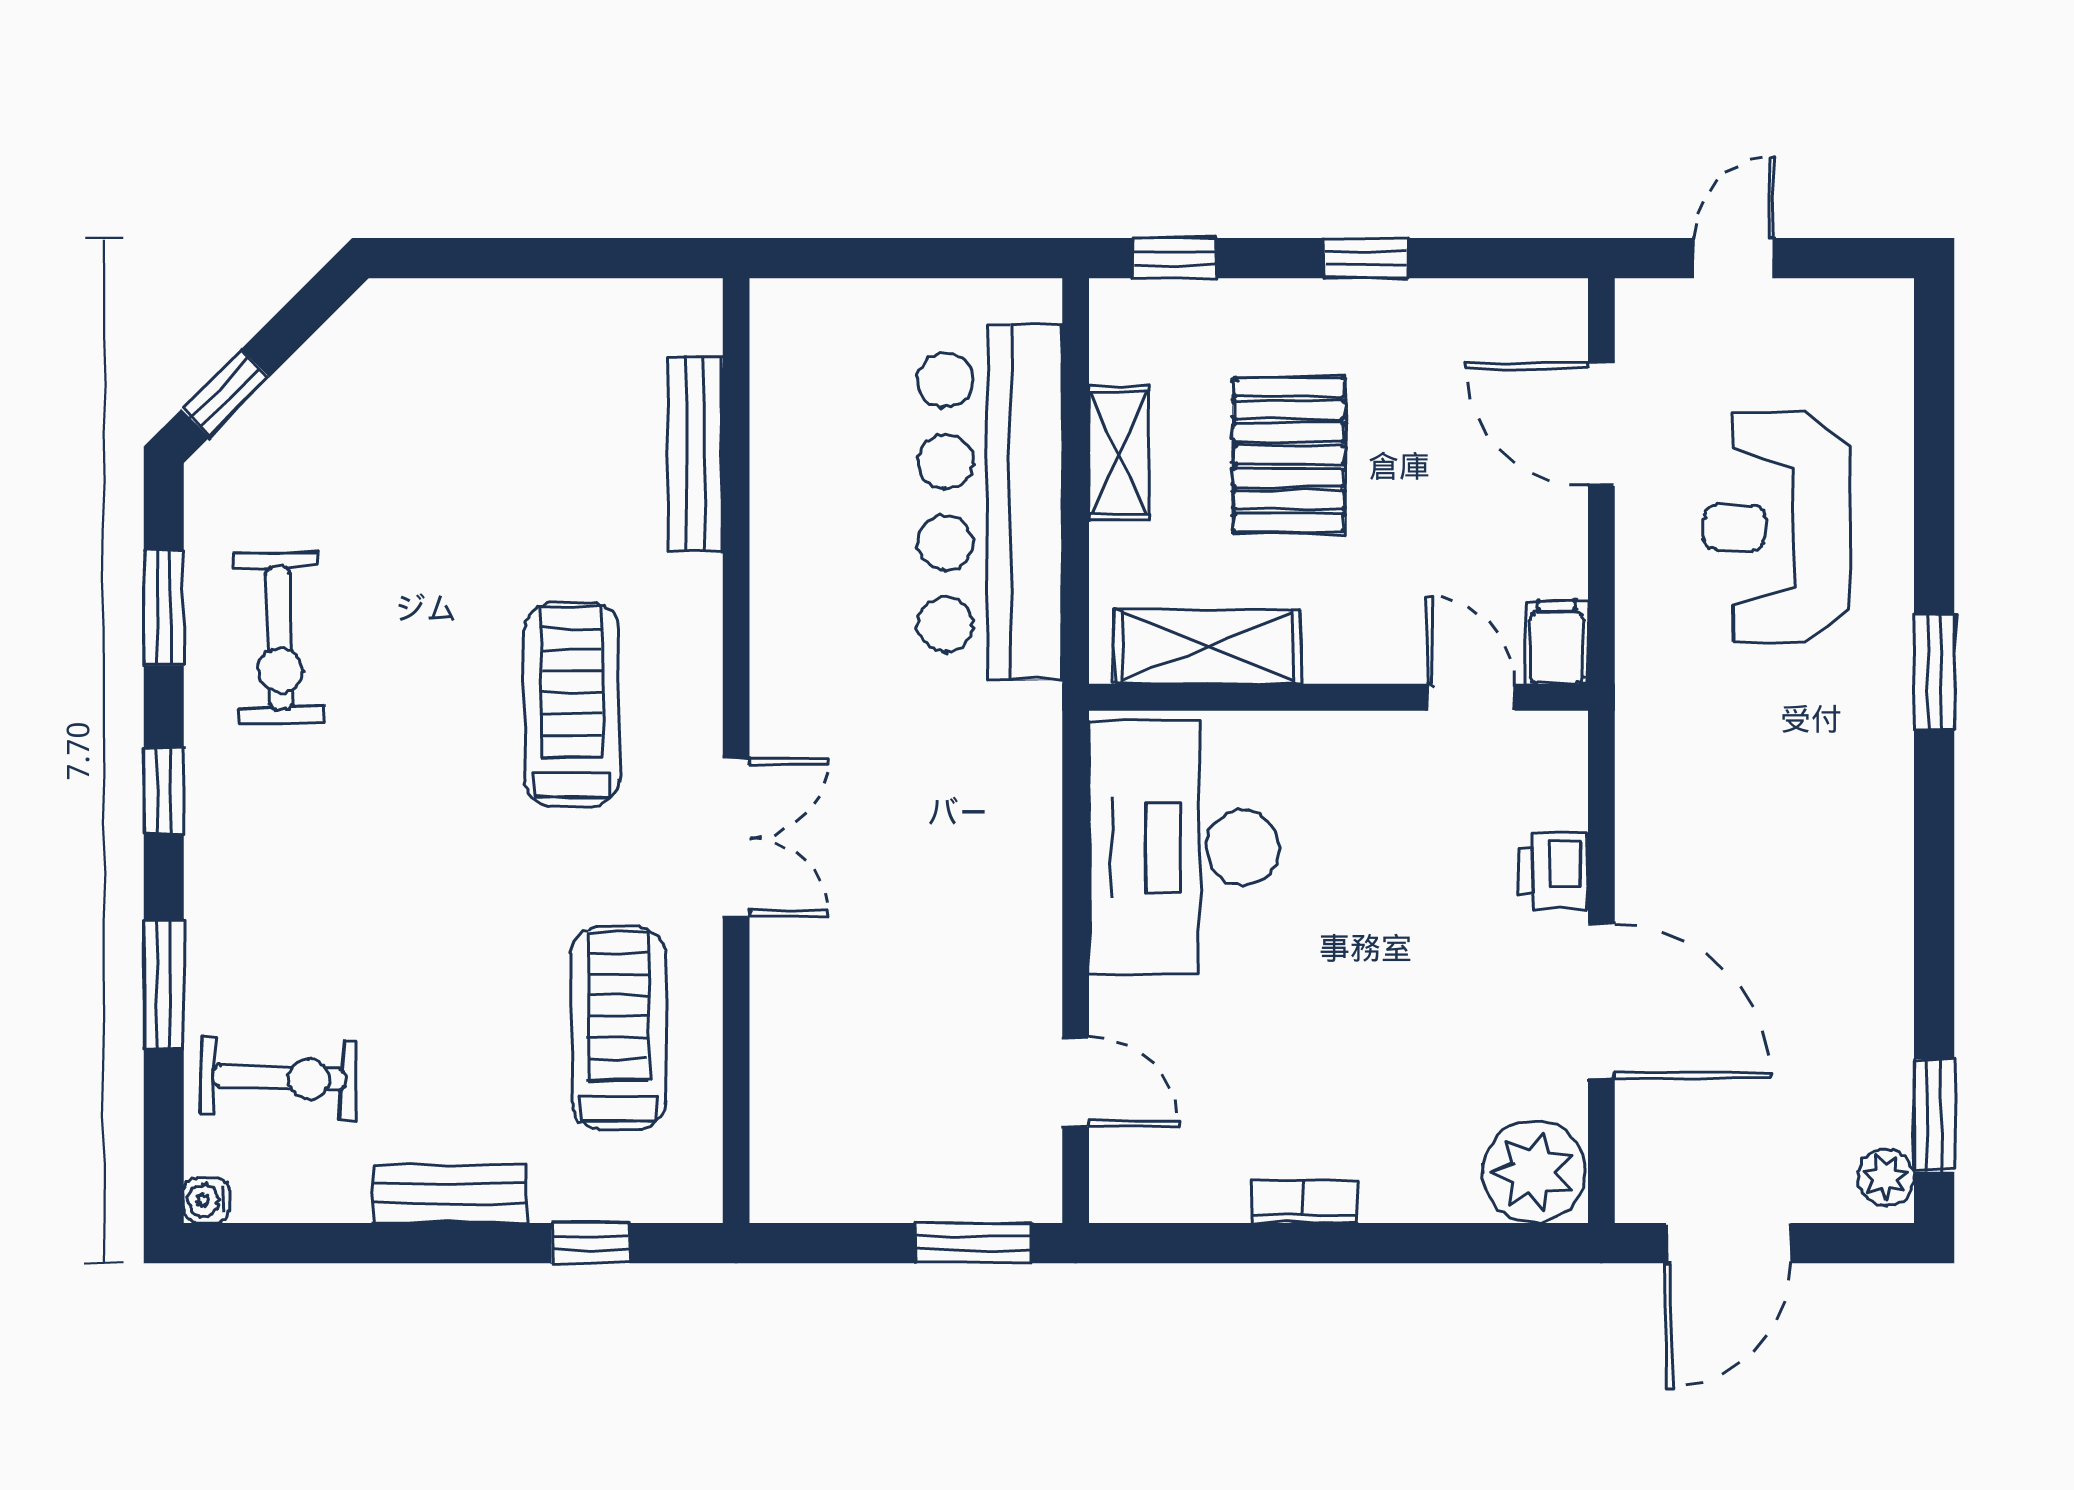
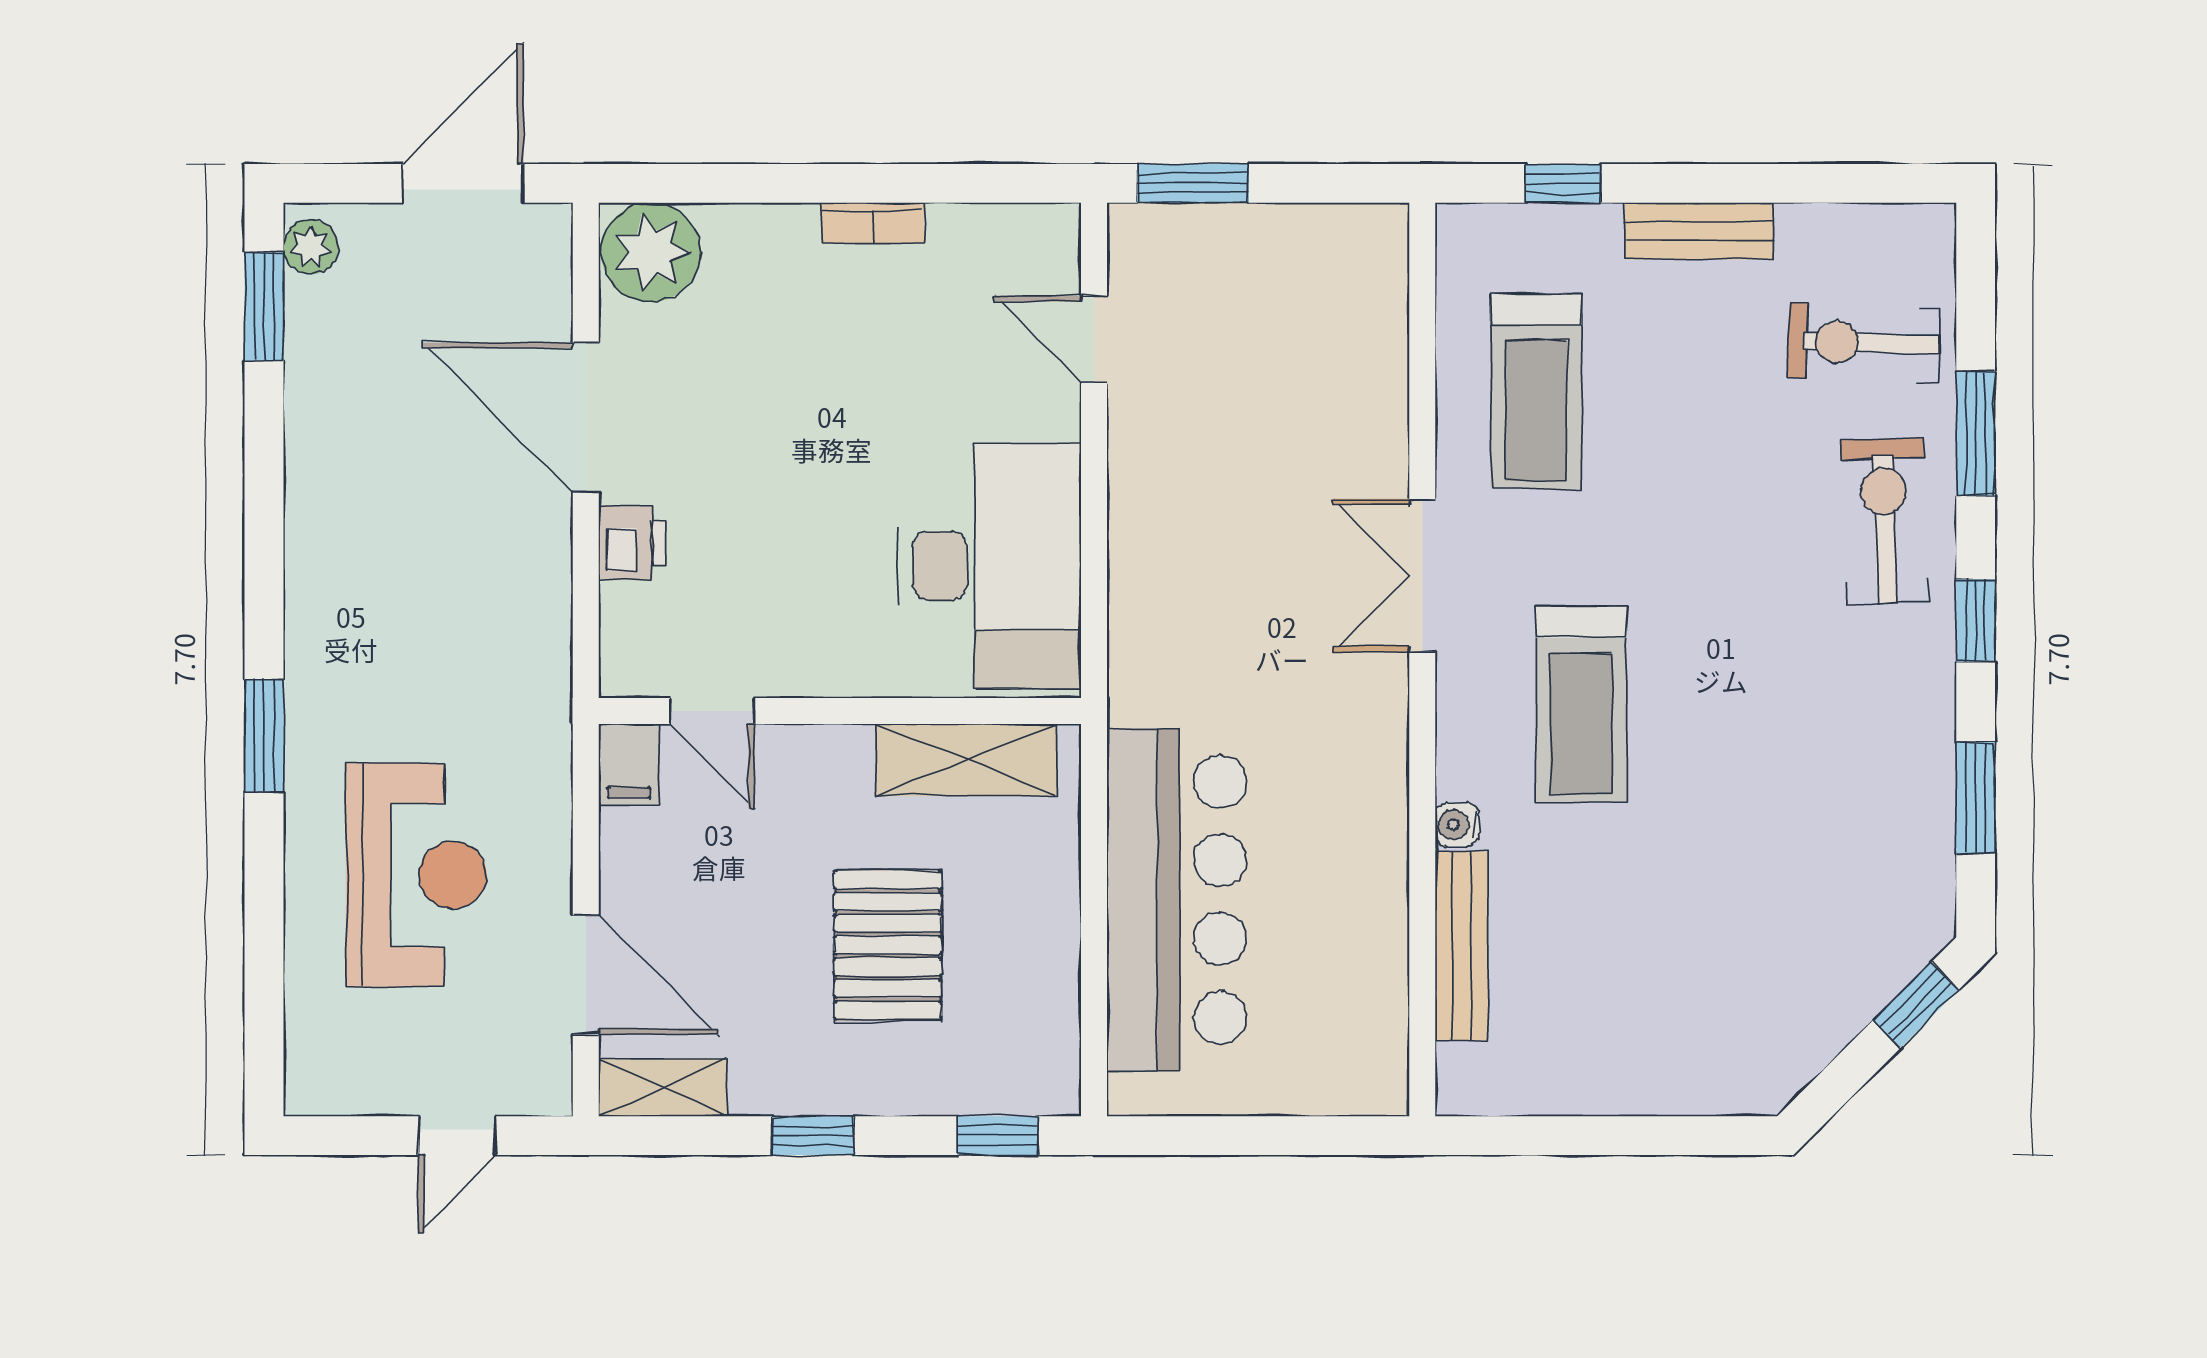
shelving: (1119, 453) -> (663, 1087), moved, turned 90
exercise bike: (279, 638) -> (1885, 521), moved
water cooler: (206, 1200) -> (1457, 825), moved, turned 180

